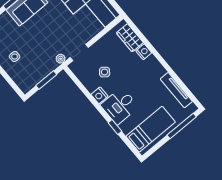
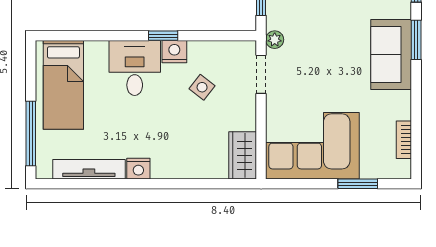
wardrobe: (130, 38) -> (243, 155), moved, turned -90
nightstand: (144, 52) -> (138, 169), moved
window: (115, 127) -> (163, 36), moved

